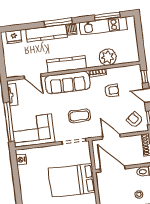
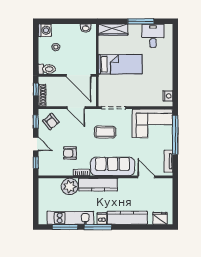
window: (58, 22) -> (98, 227), moved
kitchen counter: (67, 64) -> (98, 185), moved
bed: (72, 180) -> (120, 64), width x0.67

